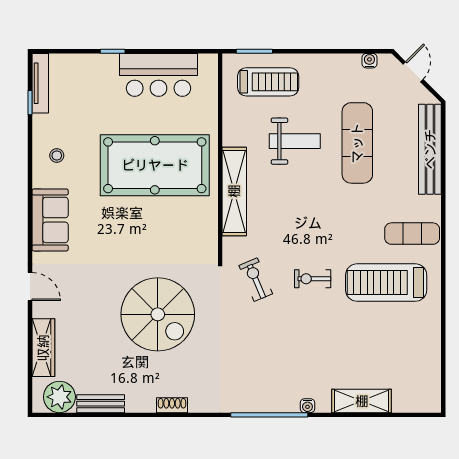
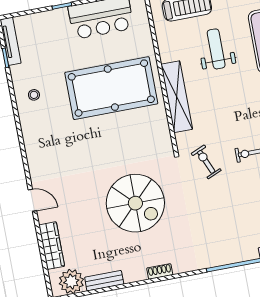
weight bench: (295, 141) -> (216, 49), turned -90
sofa: (50, 220) -> (38, 146), removed

